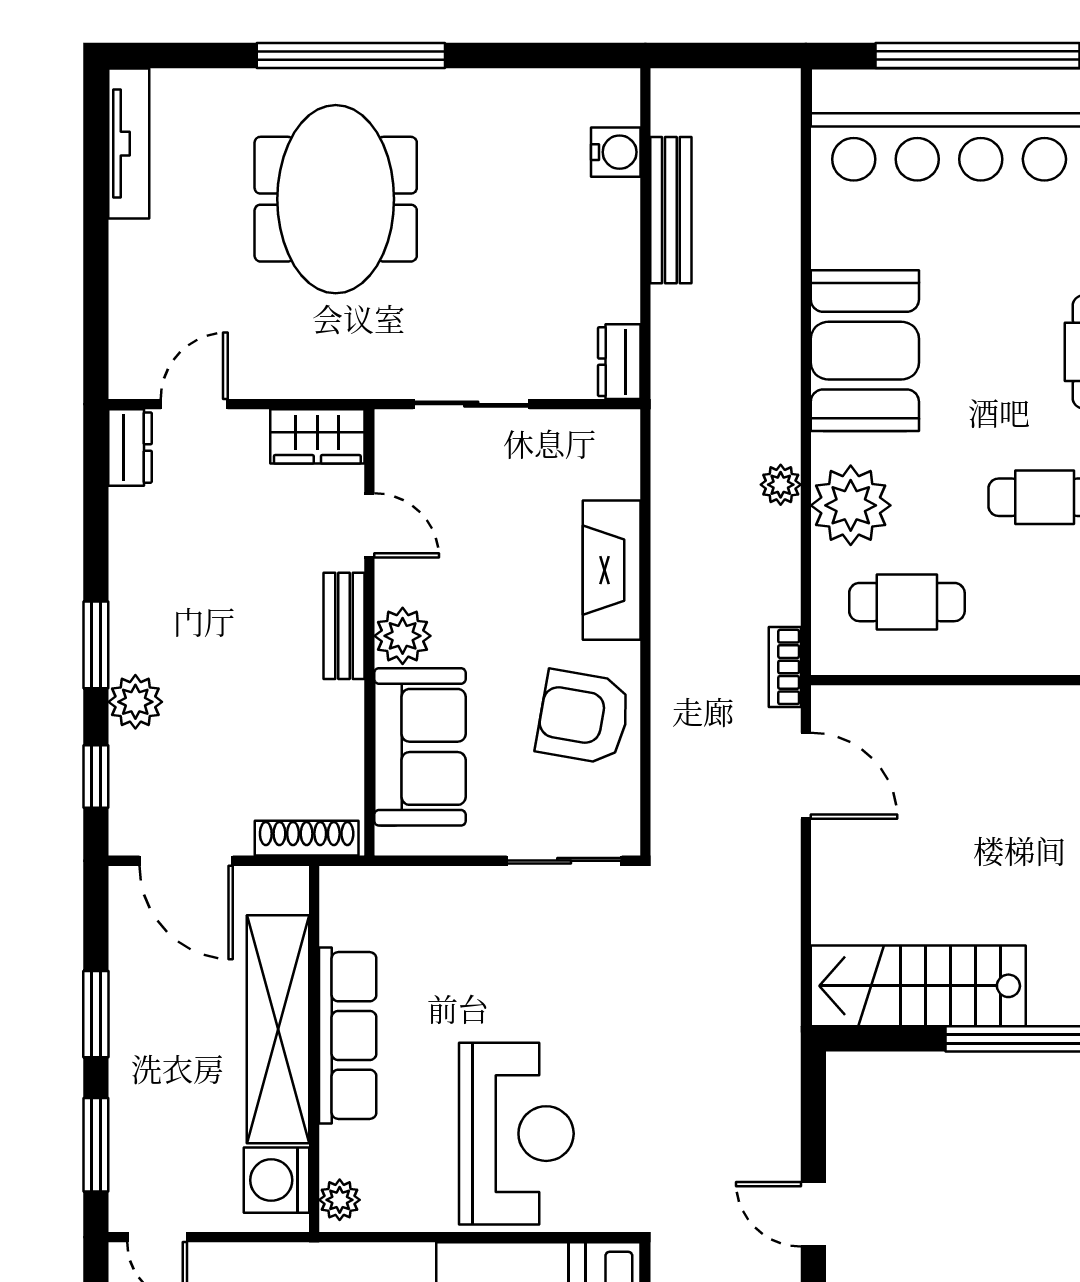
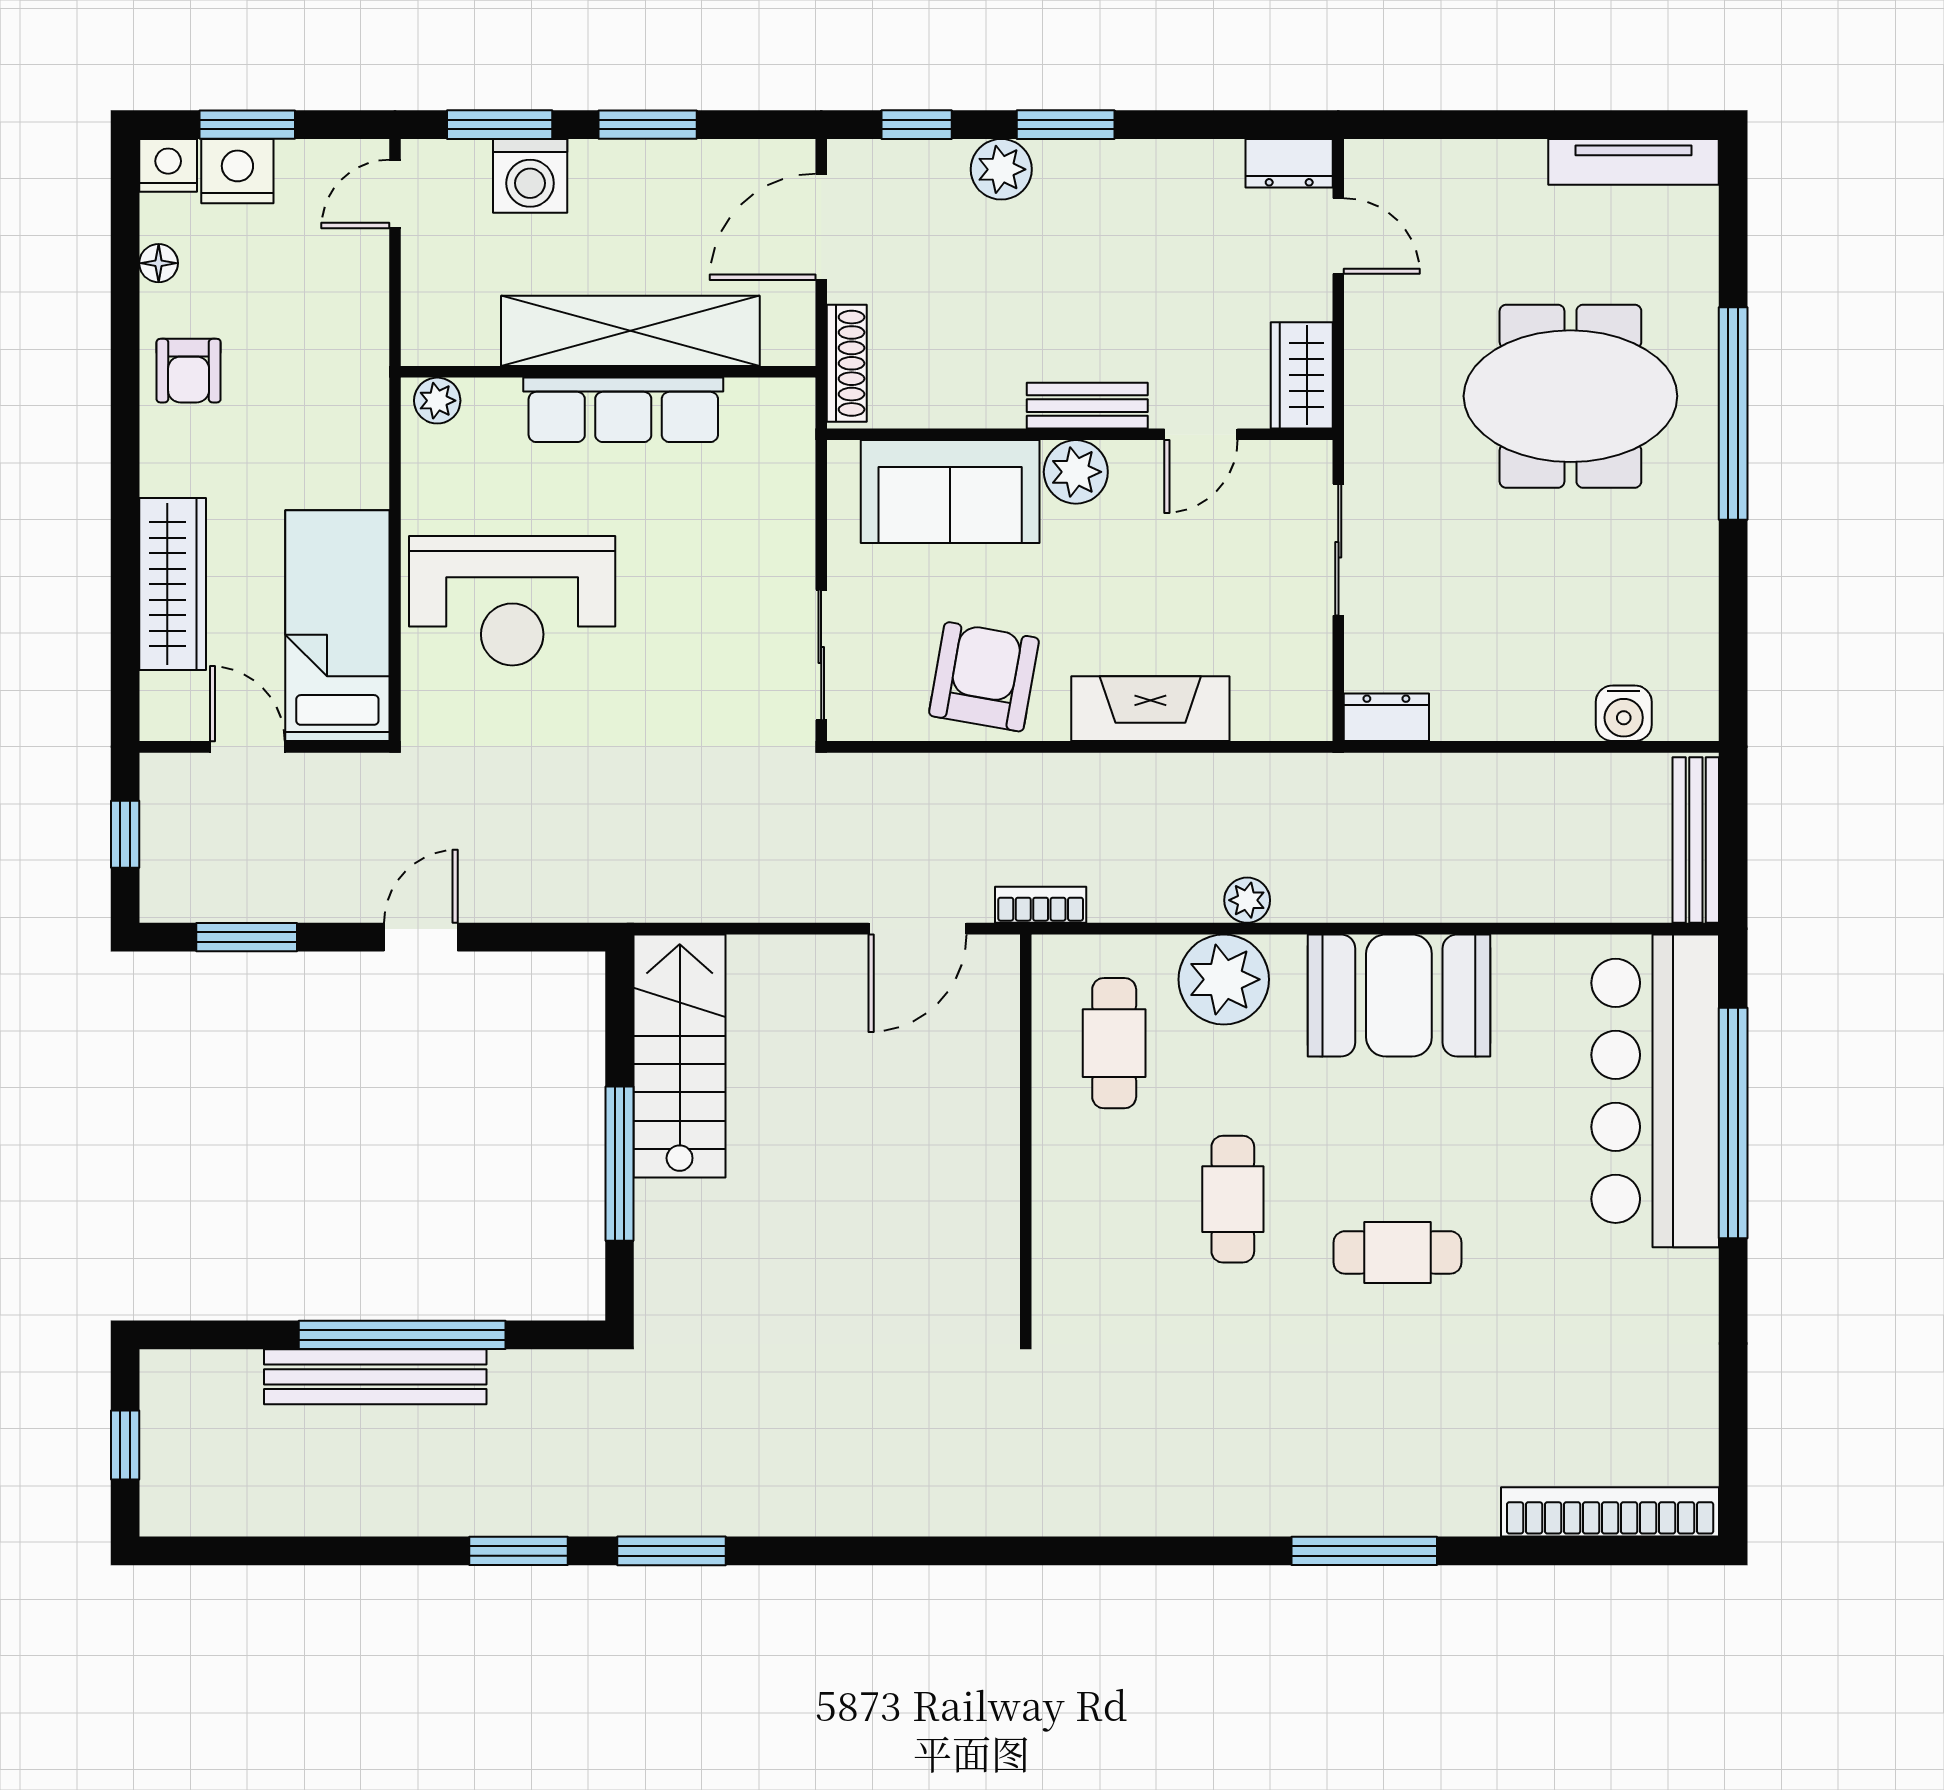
bench: (671, 210) -> (1696, 840), moved, turned 90
washing machine: (276, 1180) -> (530, 176), moved, turned 180

